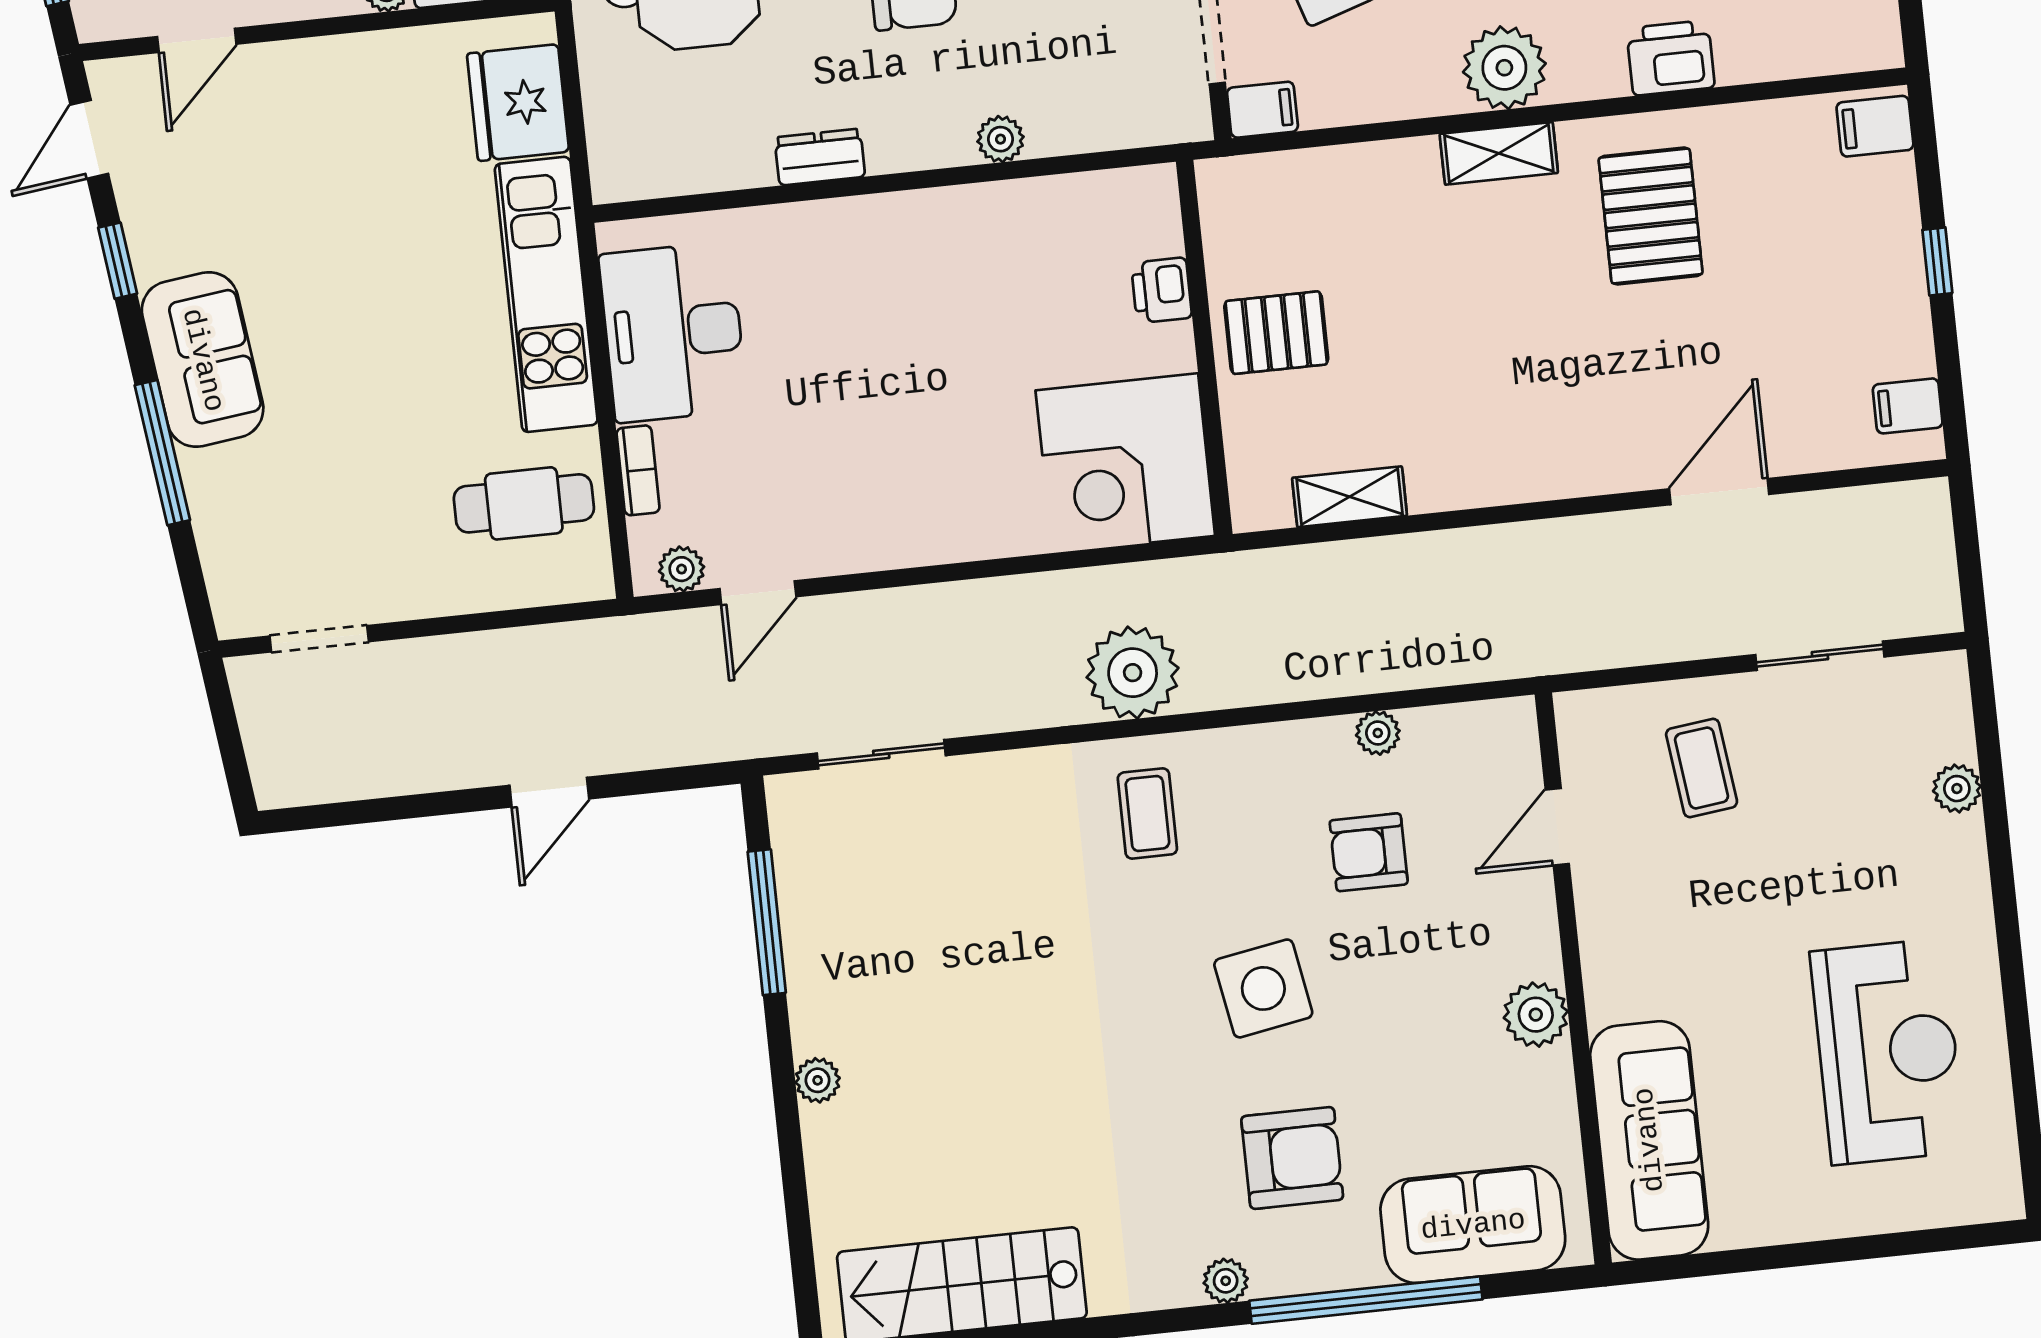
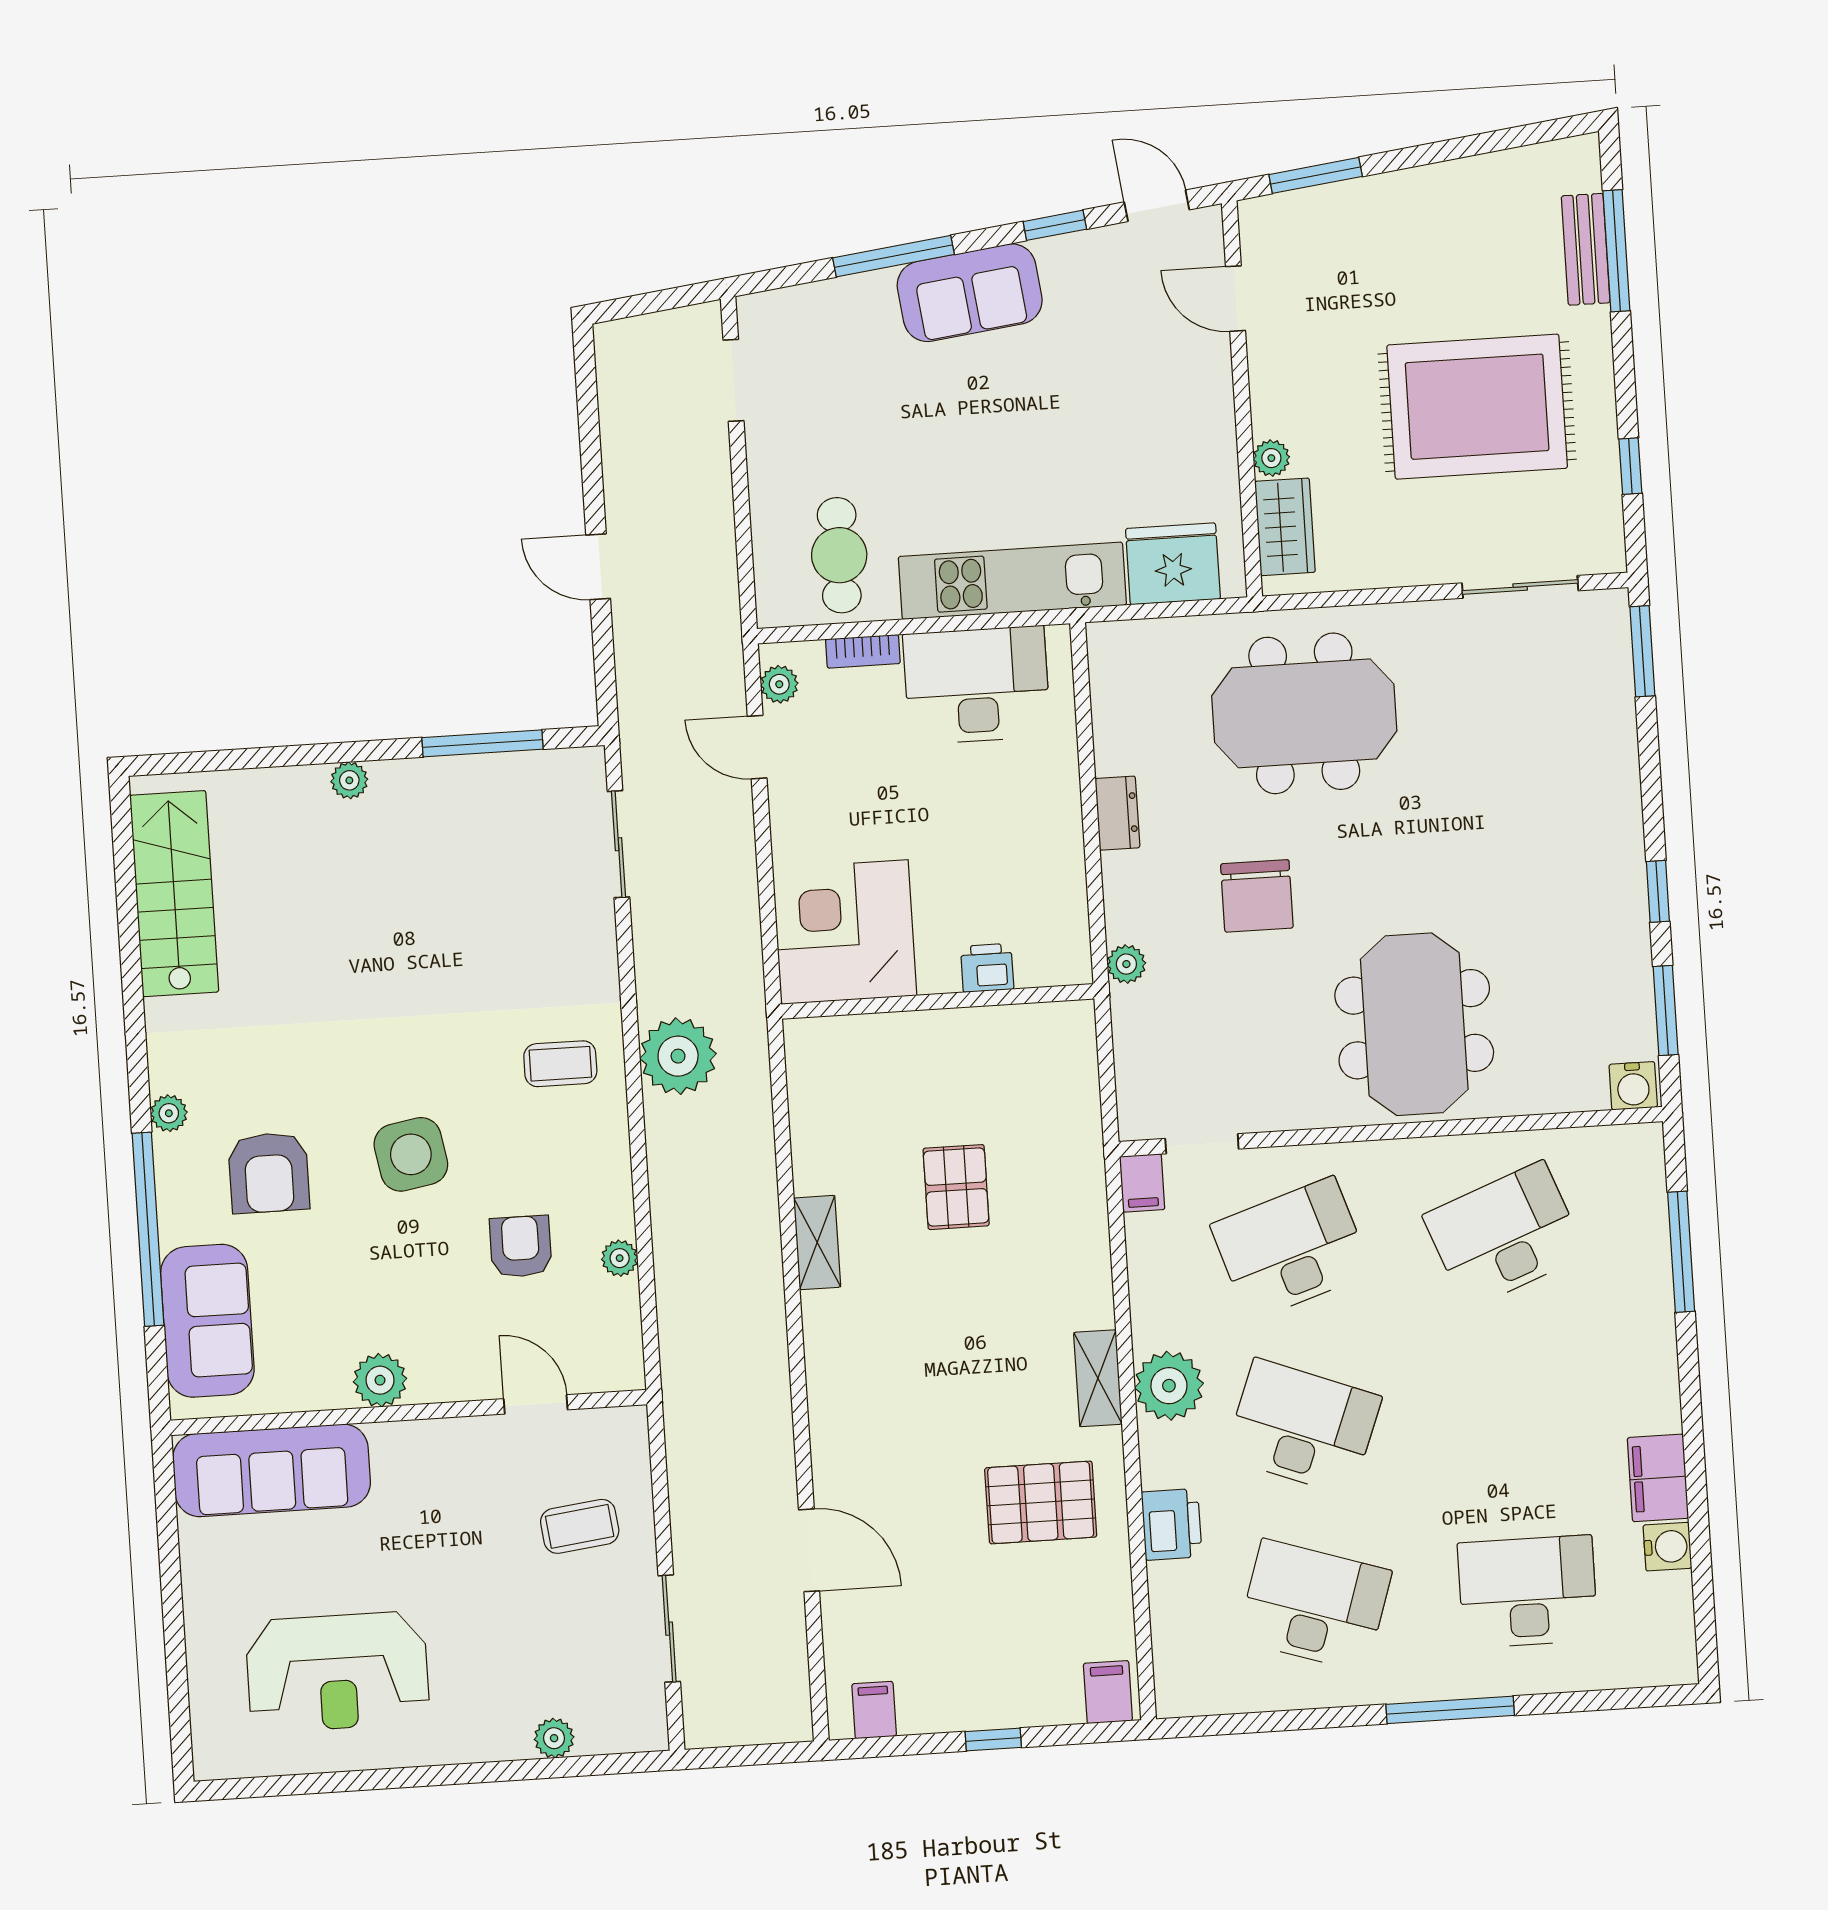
printer: (1162, 290) -> (987, 968), moved
wall: (1204, 348) -> (938, 1001), moved
corner desk: (1125, 463) -> (845, 932), moved

